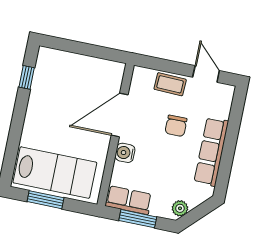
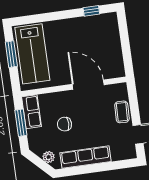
chair: (176, 126) -> (64, 124), moved
water cooler: (125, 153) -> (63, 98), removed
plant: (180, 208) -> (49, 157), moved

